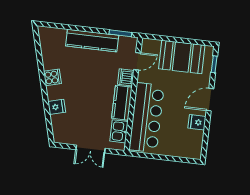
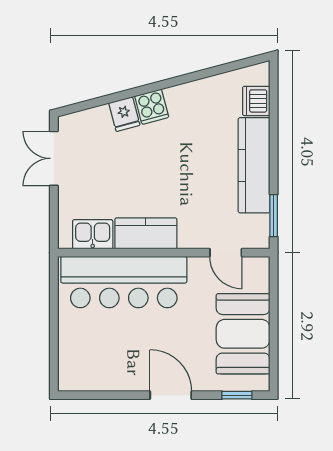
cooker: (52, 77) -> (152, 107), moved
dishwasher: (126, 77) -> (256, 101), moved, turned -90
fridge: (197, 122) -> (126, 376), removed
double door: (90, 149) -> (54, 158), moved

